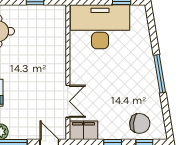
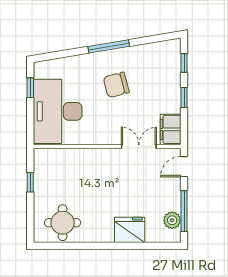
chair: (140, 123) -> (116, 85), moved, turned -111

